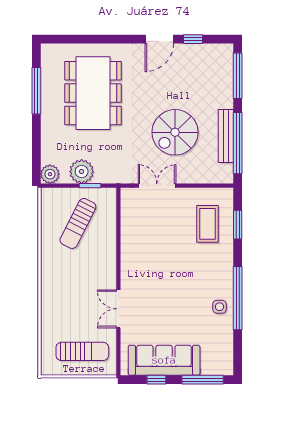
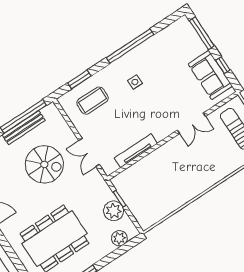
plant: (50, 174) -> (119, 238), moved
sun lounger: (78, 223) -> (151, 190), removed
tv unit: (128, 234) -> (136, 151), added
side table: (219, 307) -> (135, 82), moved
sofa: (164, 360) -> (210, 75), width x0.73

